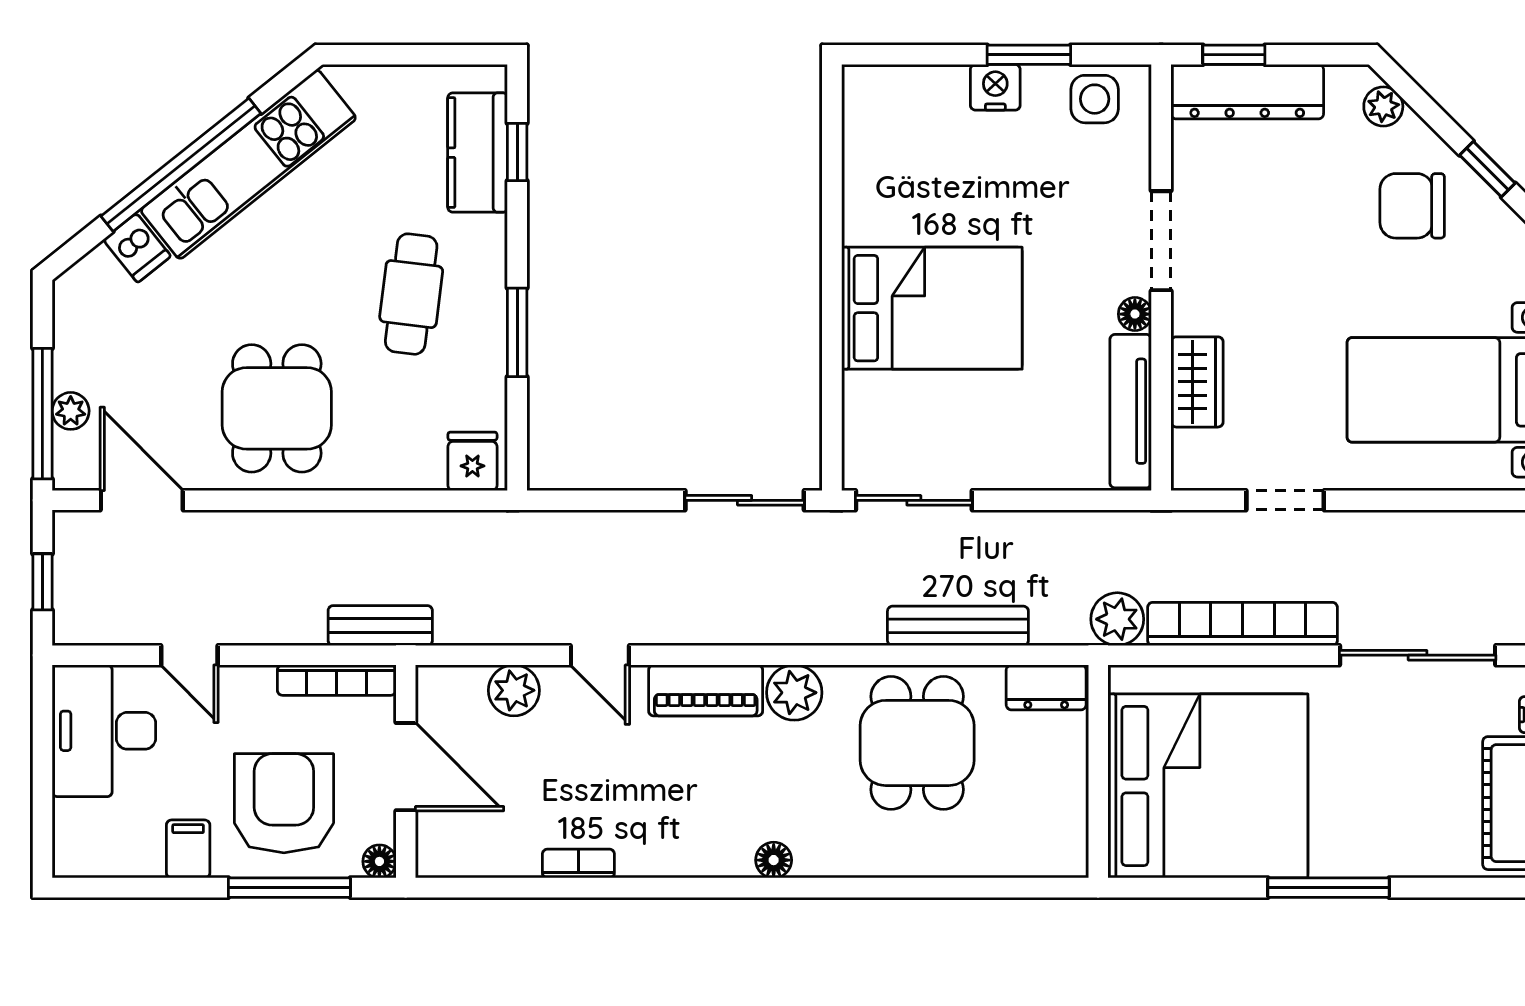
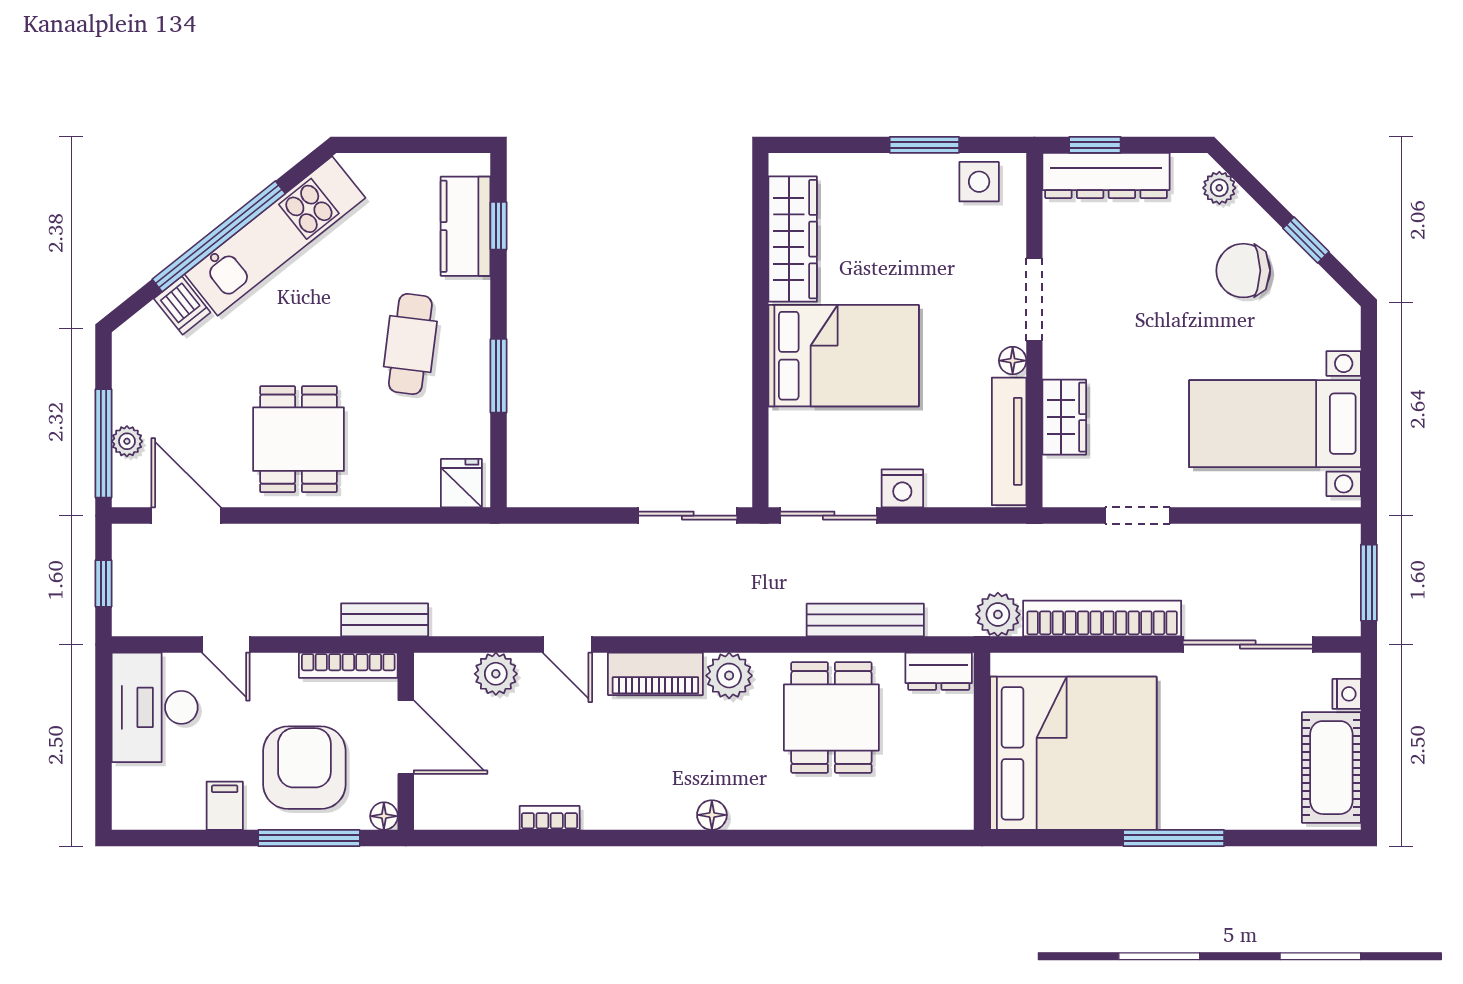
nightstand: (995, 87) -> (902, 488), moved, turned 180
wardrobe: (871, 168) -> (793, 239), added

